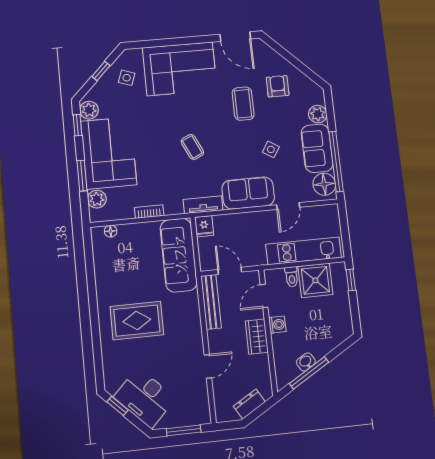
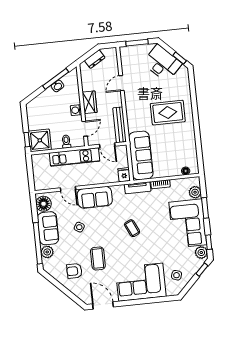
window: (101, 71) -> (202, 270), moved
armchair: (278, 86) -> (74, 271), turned 90
window: (336, 161) -> (38, 243), moved
tv unit: (203, 205) -> (138, 188), moved
door: (288, 206) -> (68, 189), swing flipped
kitchen unit: (304, 251) -> (74, 157), moved
shower: (315, 280) -> (40, 140), moved

